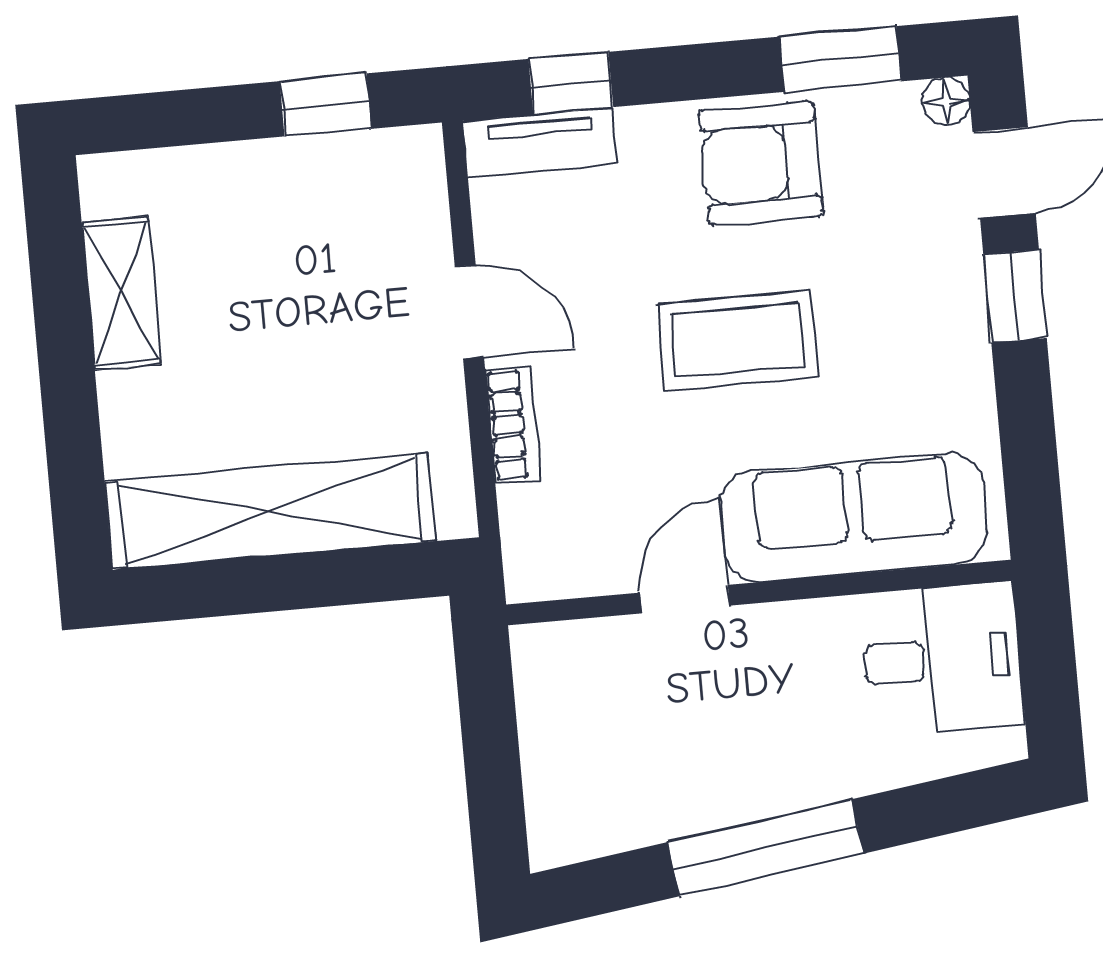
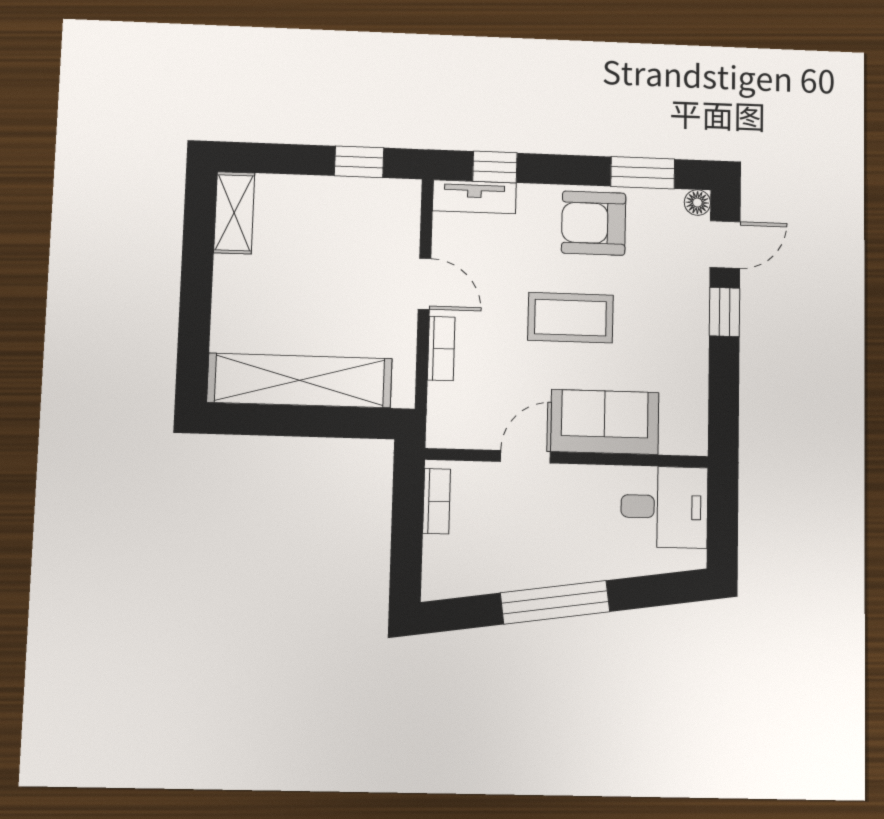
shelving: (121, 293) -> (234, 213), moved
sofa: (854, 517) -> (605, 422), width x0.73
bookcase: (537, 696) -> (437, 501), added

